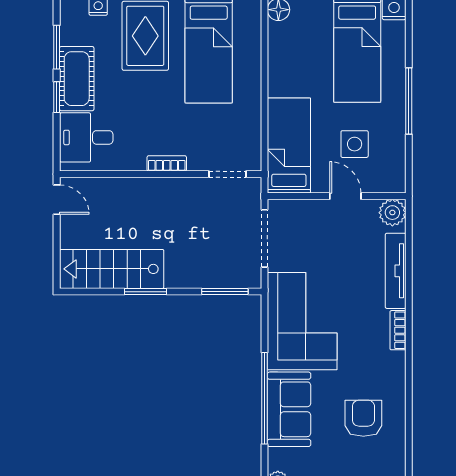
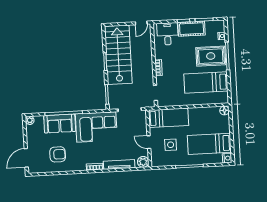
door: (345, 196) -> (149, 142), swing flipped
stairs: (112, 269) -> (118, 55), width x1.36, depth x1.51

